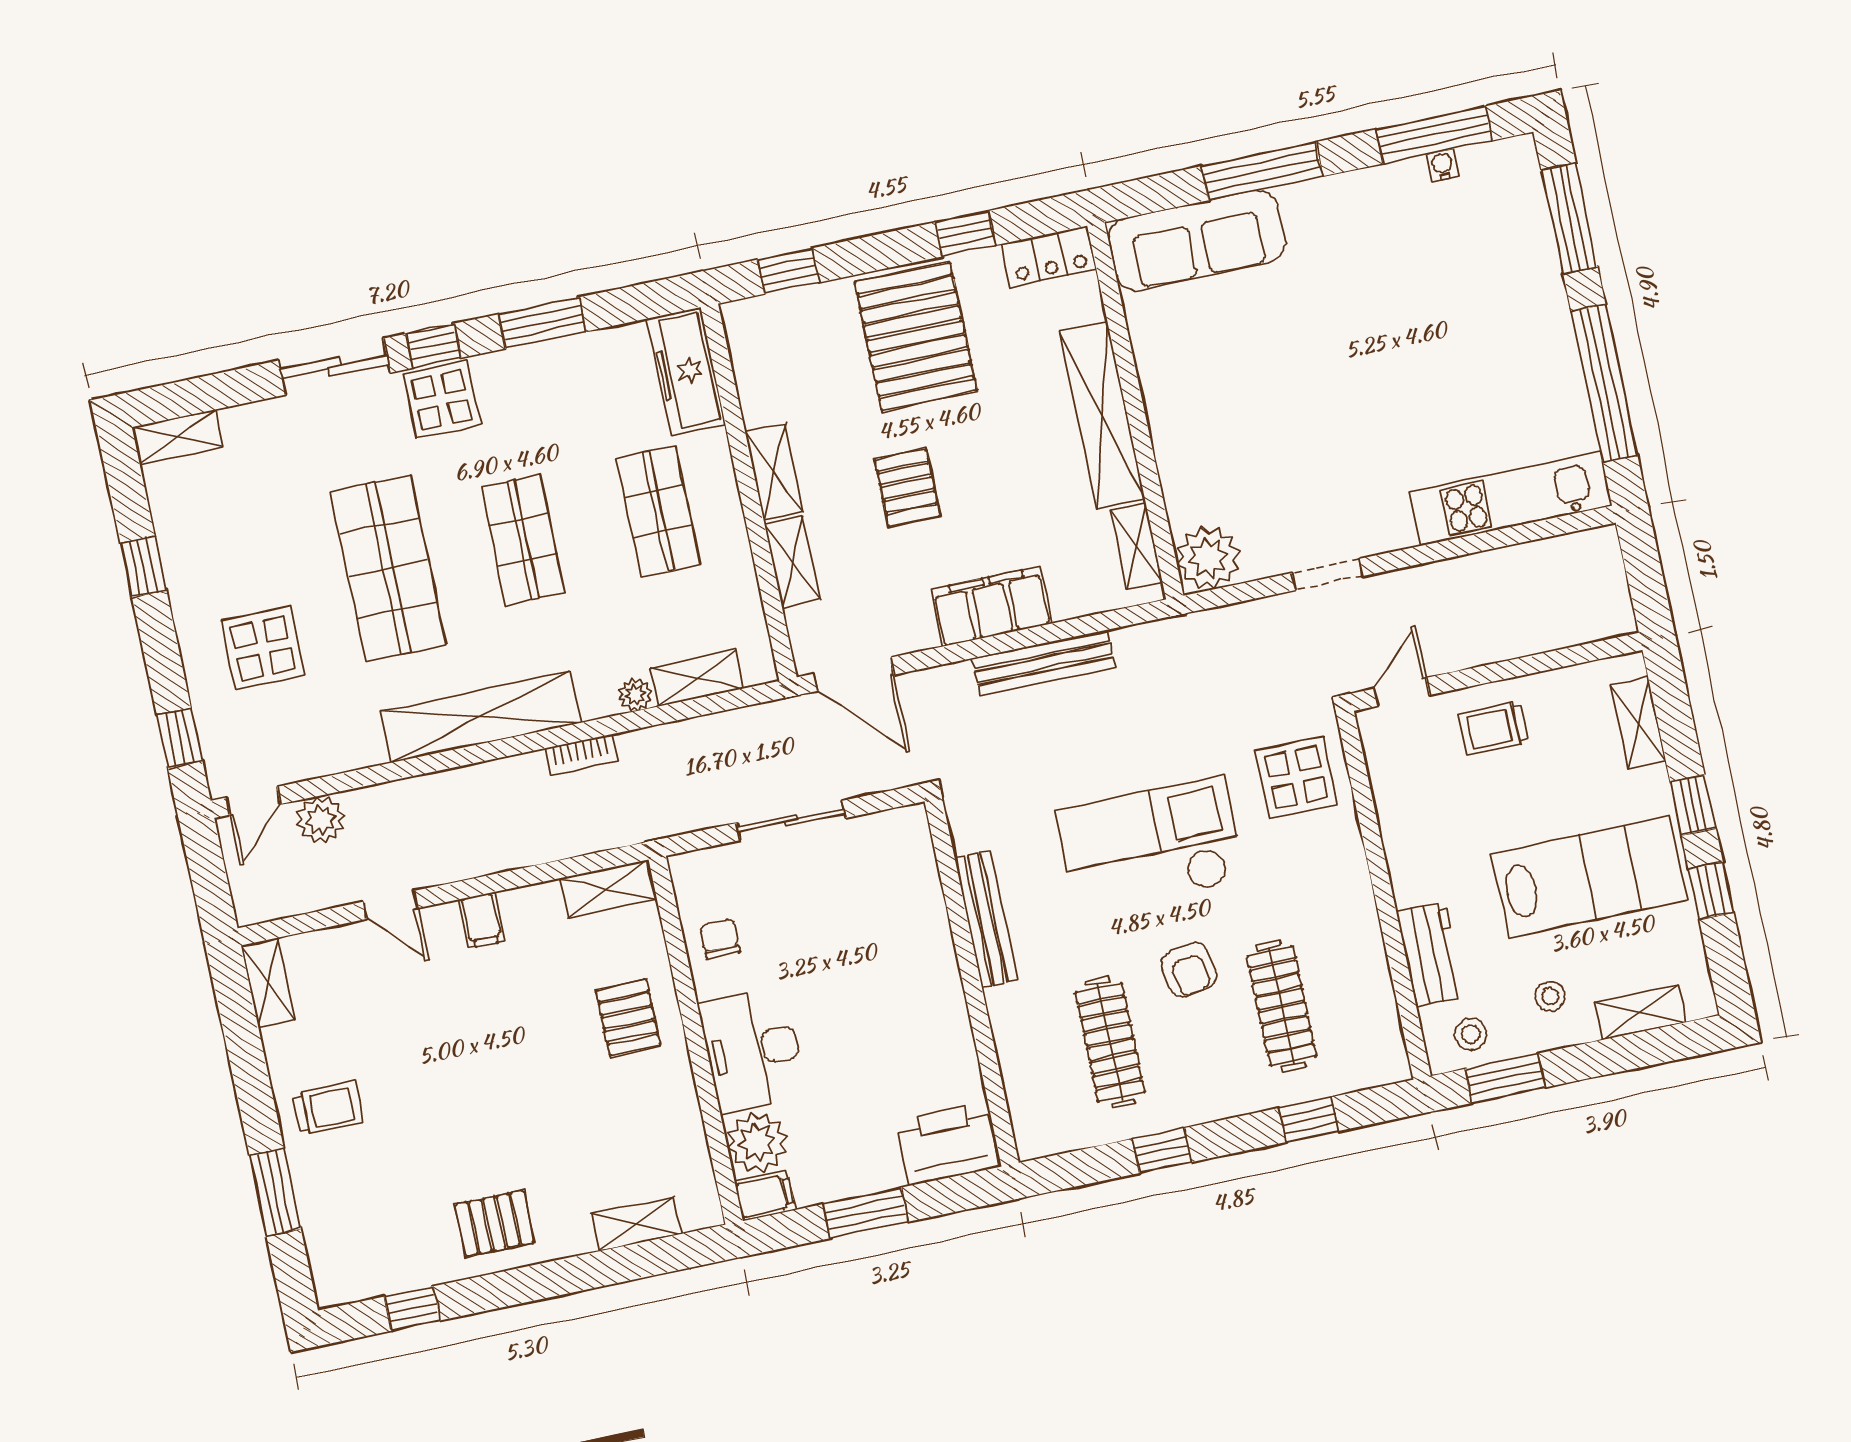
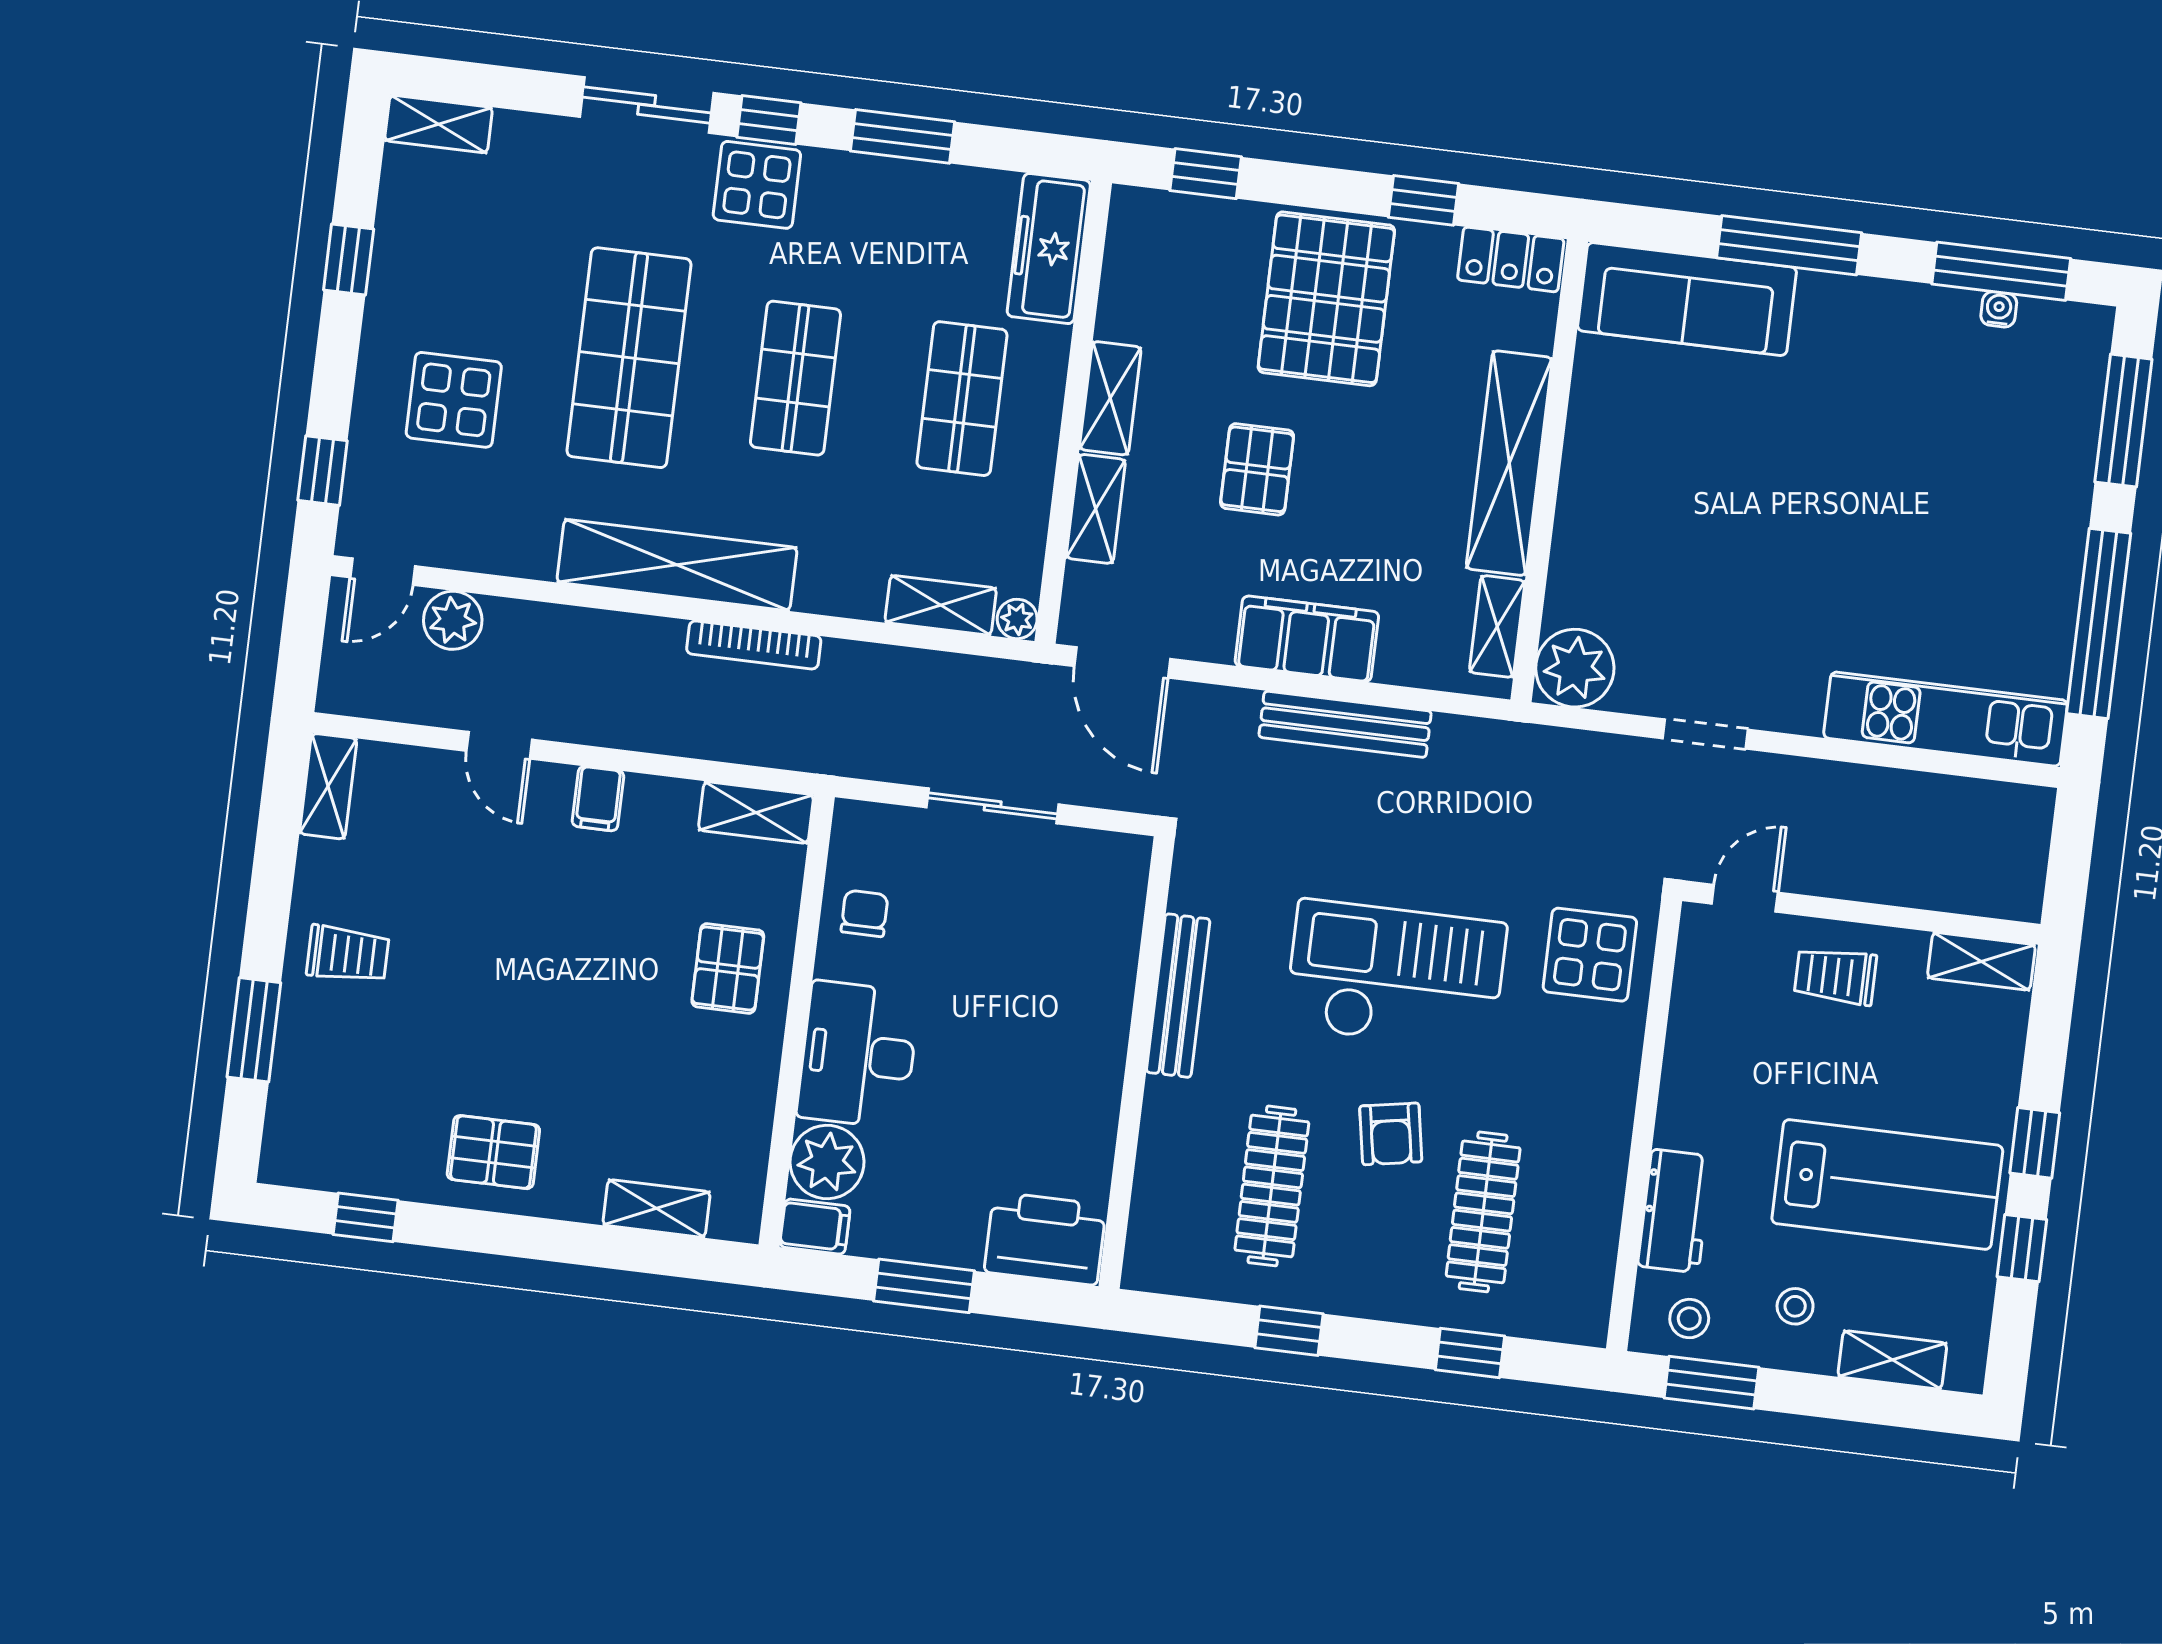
plant: (635, 695) -> (1017, 619), moved
shelving: (1638, 723) -> (1981, 961), moved, turned 90
bookcase: (581, 755) -> (754, 645), width x1.56

